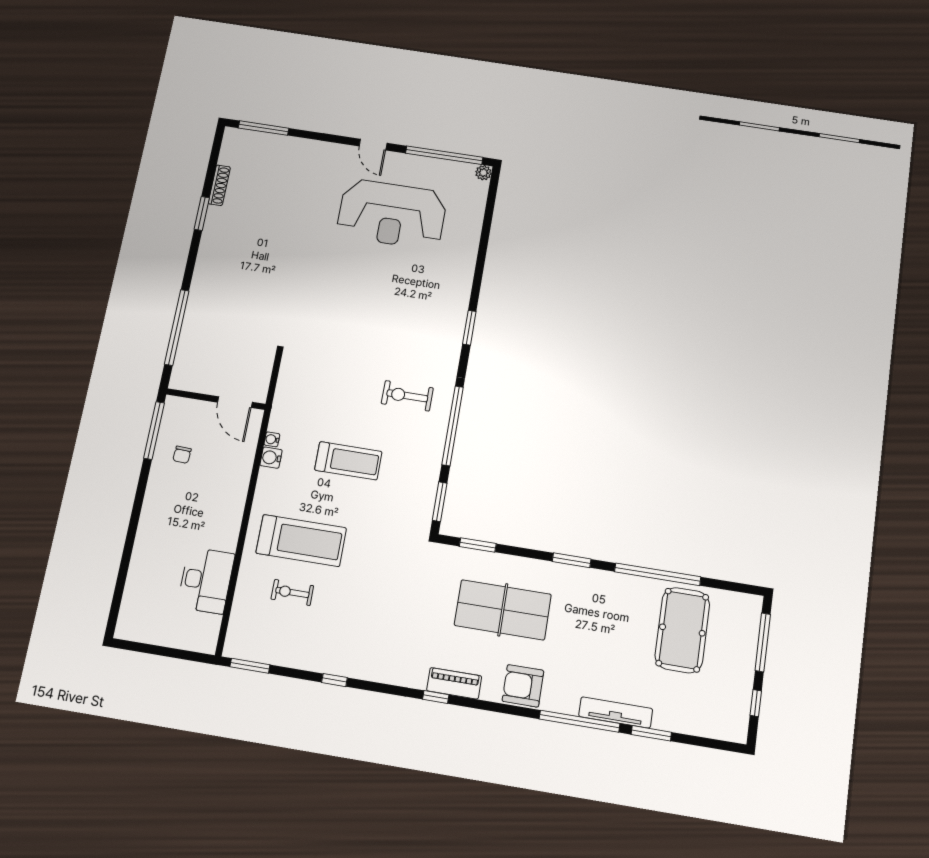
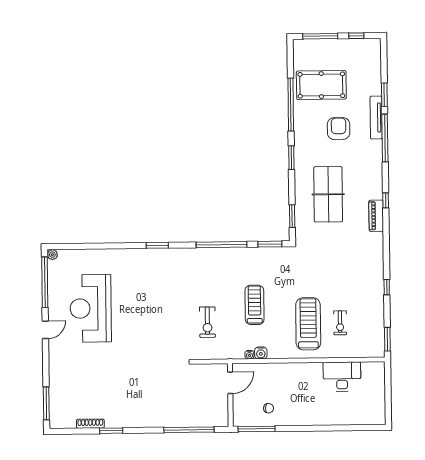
reception desk: (392, 214) -> (91, 308), turned 180
exercise bike: (407, 396) -> (207, 322), moved
armchair: (523, 686) -> (339, 129), moved, turned 180
window: (436, 697) -> (386, 200), moved

